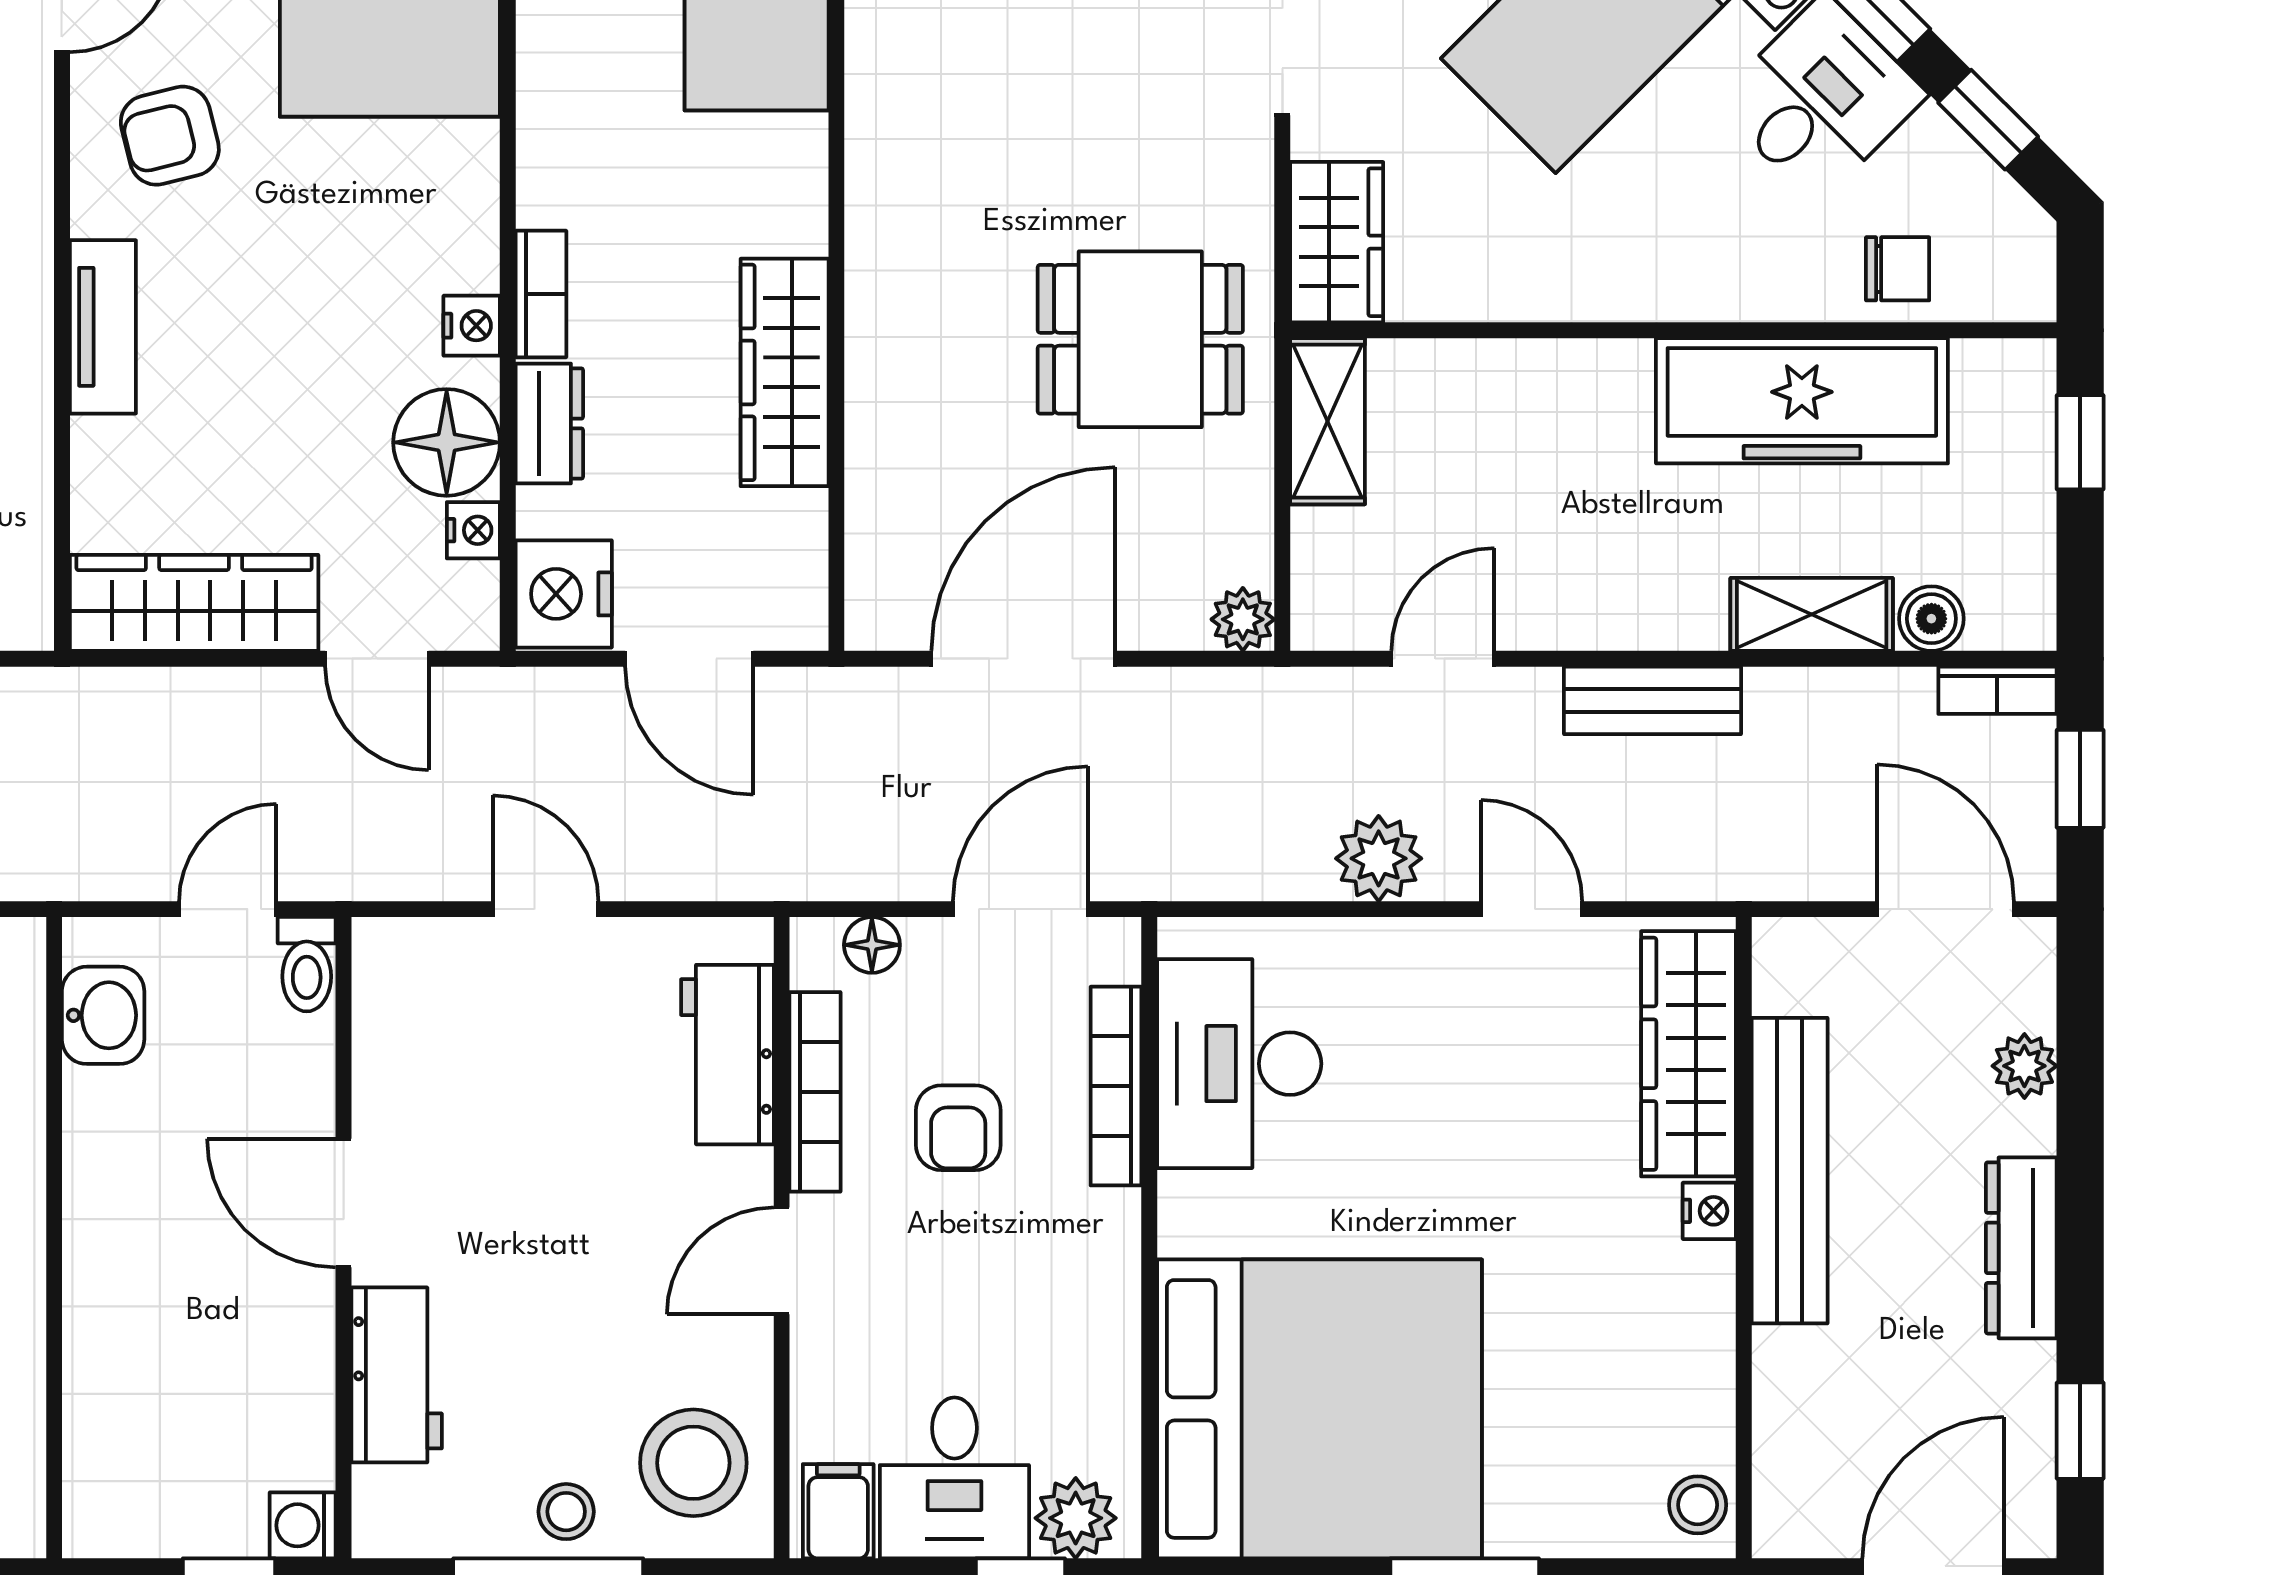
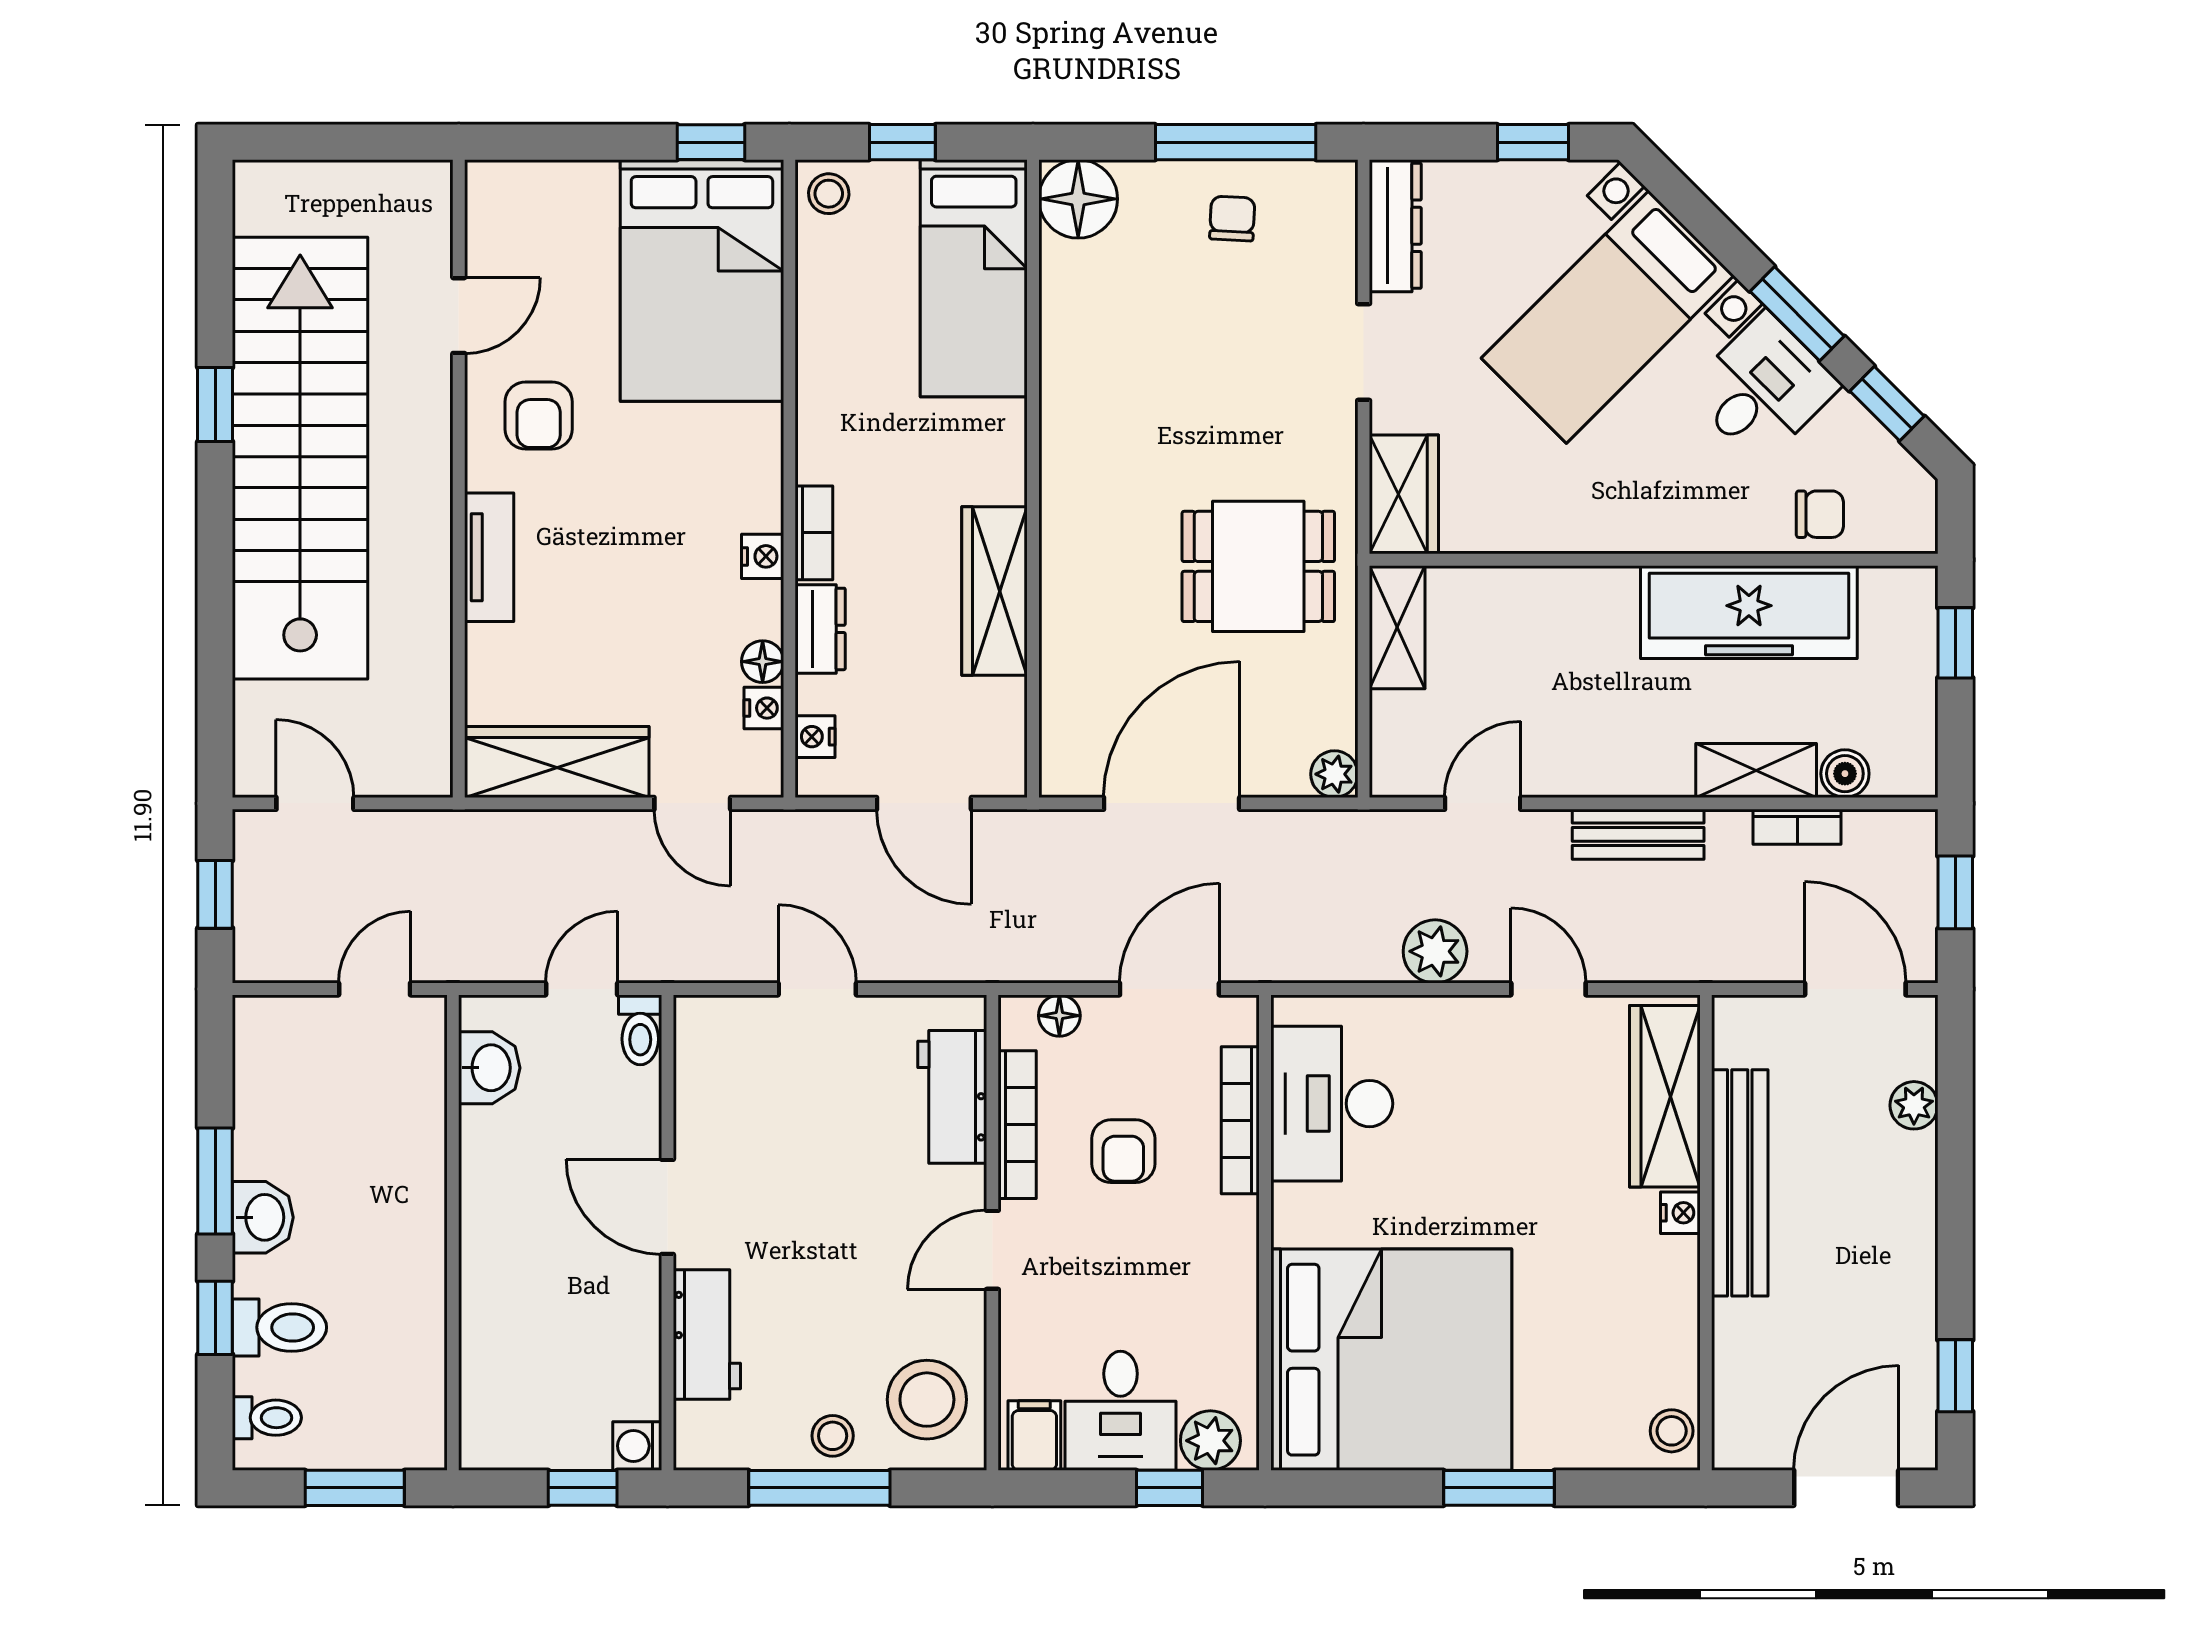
armchair: (170, 136) -> (539, 415), turned -76
floor lamp: (447, 442) -> (763, 662), width x0.53, depth x0.53
nightstand: (564, 594) -> (815, 737), width x0.53, depth x0.56
bookcase: (1997, 690) -> (1797, 827), moved
dresser: (2021, 1248) -> (1912, 1240), removed

